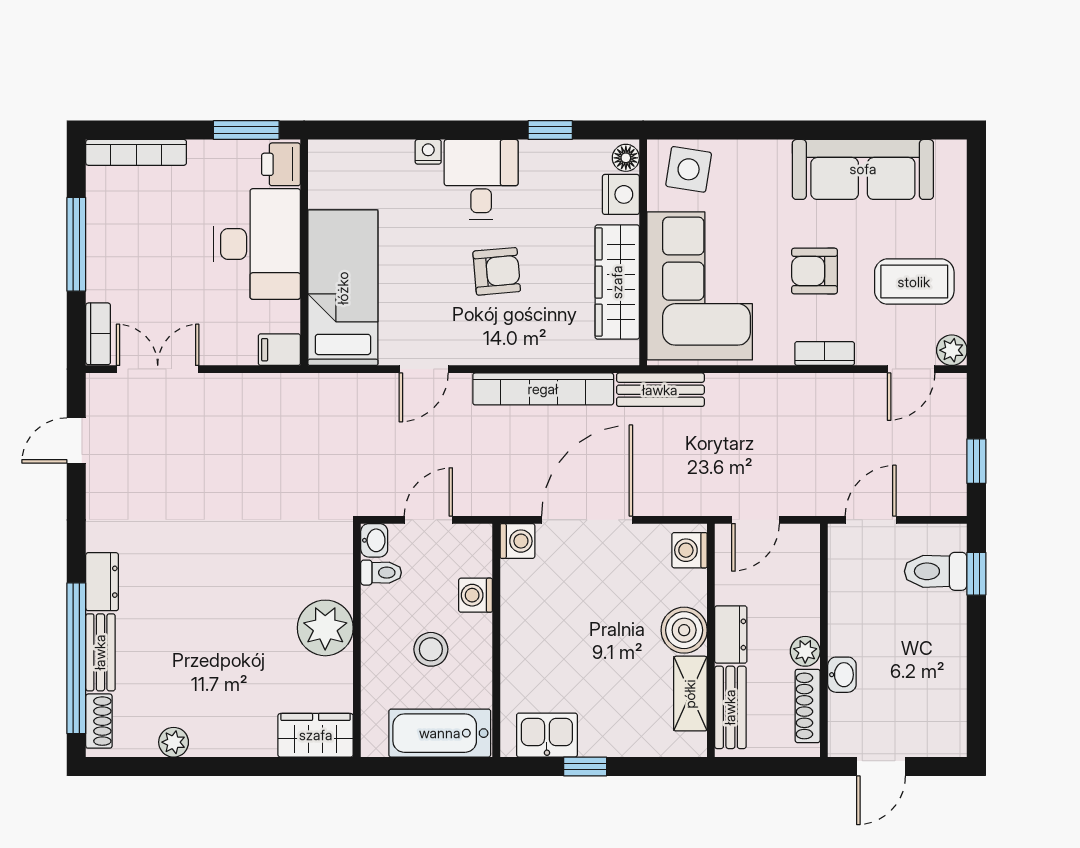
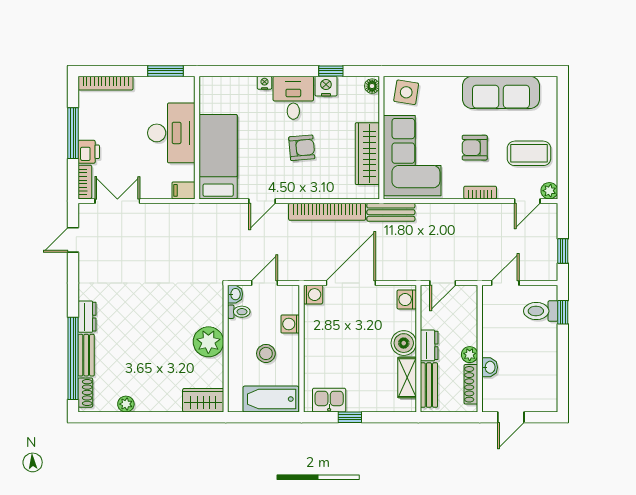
printer: (281, 164) -> (89, 152), moved, turned 180
nightstand: (621, 194) -> (326, 86), moved, turned -90

